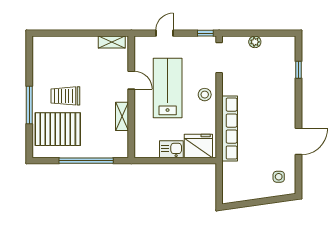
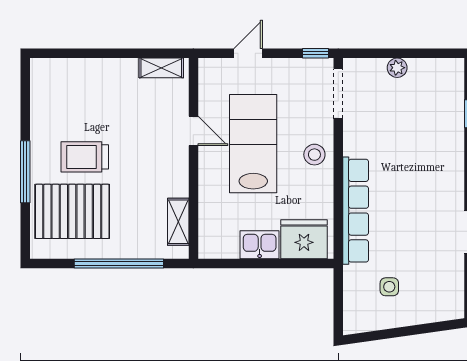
shelving: (122, 116) -> (178, 222), moved
side table: (279, 177) -> (389, 287), moved

